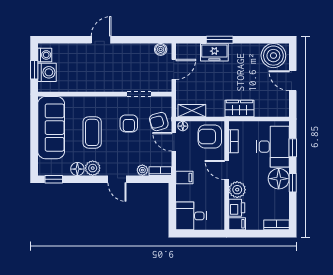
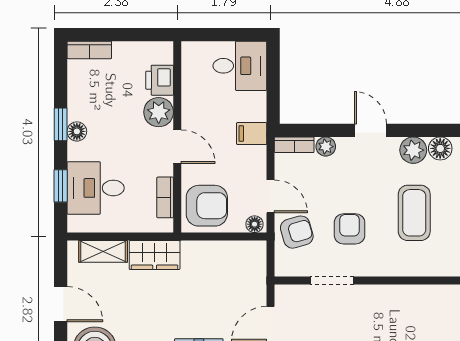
shelving: (192, 111) -> (103, 251), moved
desk: (273, 147) -> (96, 188), width x0.73
floor lamp: (279, 179) -> (77, 131), width x0.53, depth x0.53
filing cabinet: (237, 224) -> (159, 52), removed

